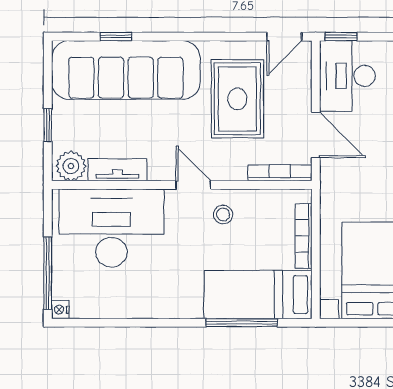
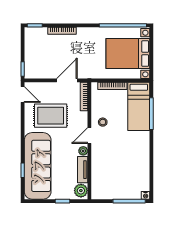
desk: (347, 76) -> (40, 66), removed
plant: (159, 171) -> (83, 151), added
desk: (111, 228) -> (109, 172), removed

